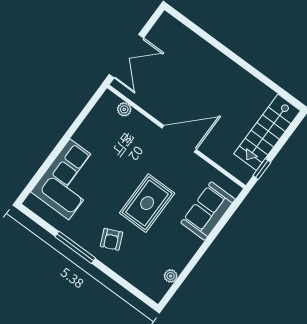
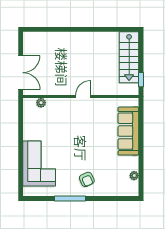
door: (179, 139) -> (83, 97), width x0.53
rug: (147, 203) -> (92, 145), removed
sofa: (208, 211) -> (128, 131), width x1.36

